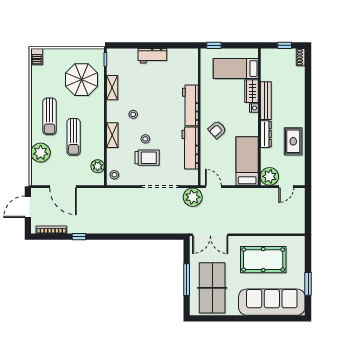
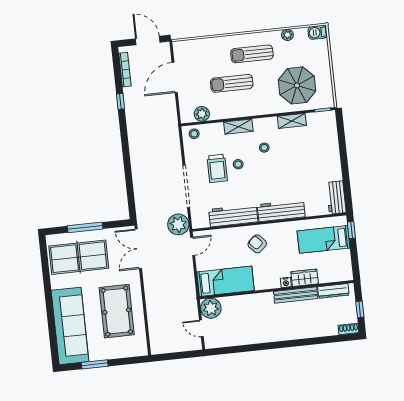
workbench: (152, 56) -> (336, 197), moved
bed: (236, 69) -> (324, 239), moved, turned -90
dresser: (266, 134) -> (333, 291), moved
rug: (293, 141) -> (253, 331), removed
plant: (41, 153) -> (287, 35), moved, width x0.53, depth x0.53

